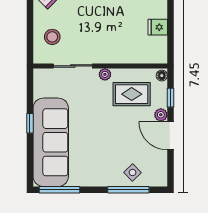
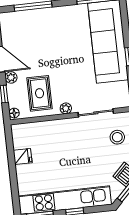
rug: (132, 94) -> (40, 93), turned 90
side table: (133, 172) -> (31, 22), removed

